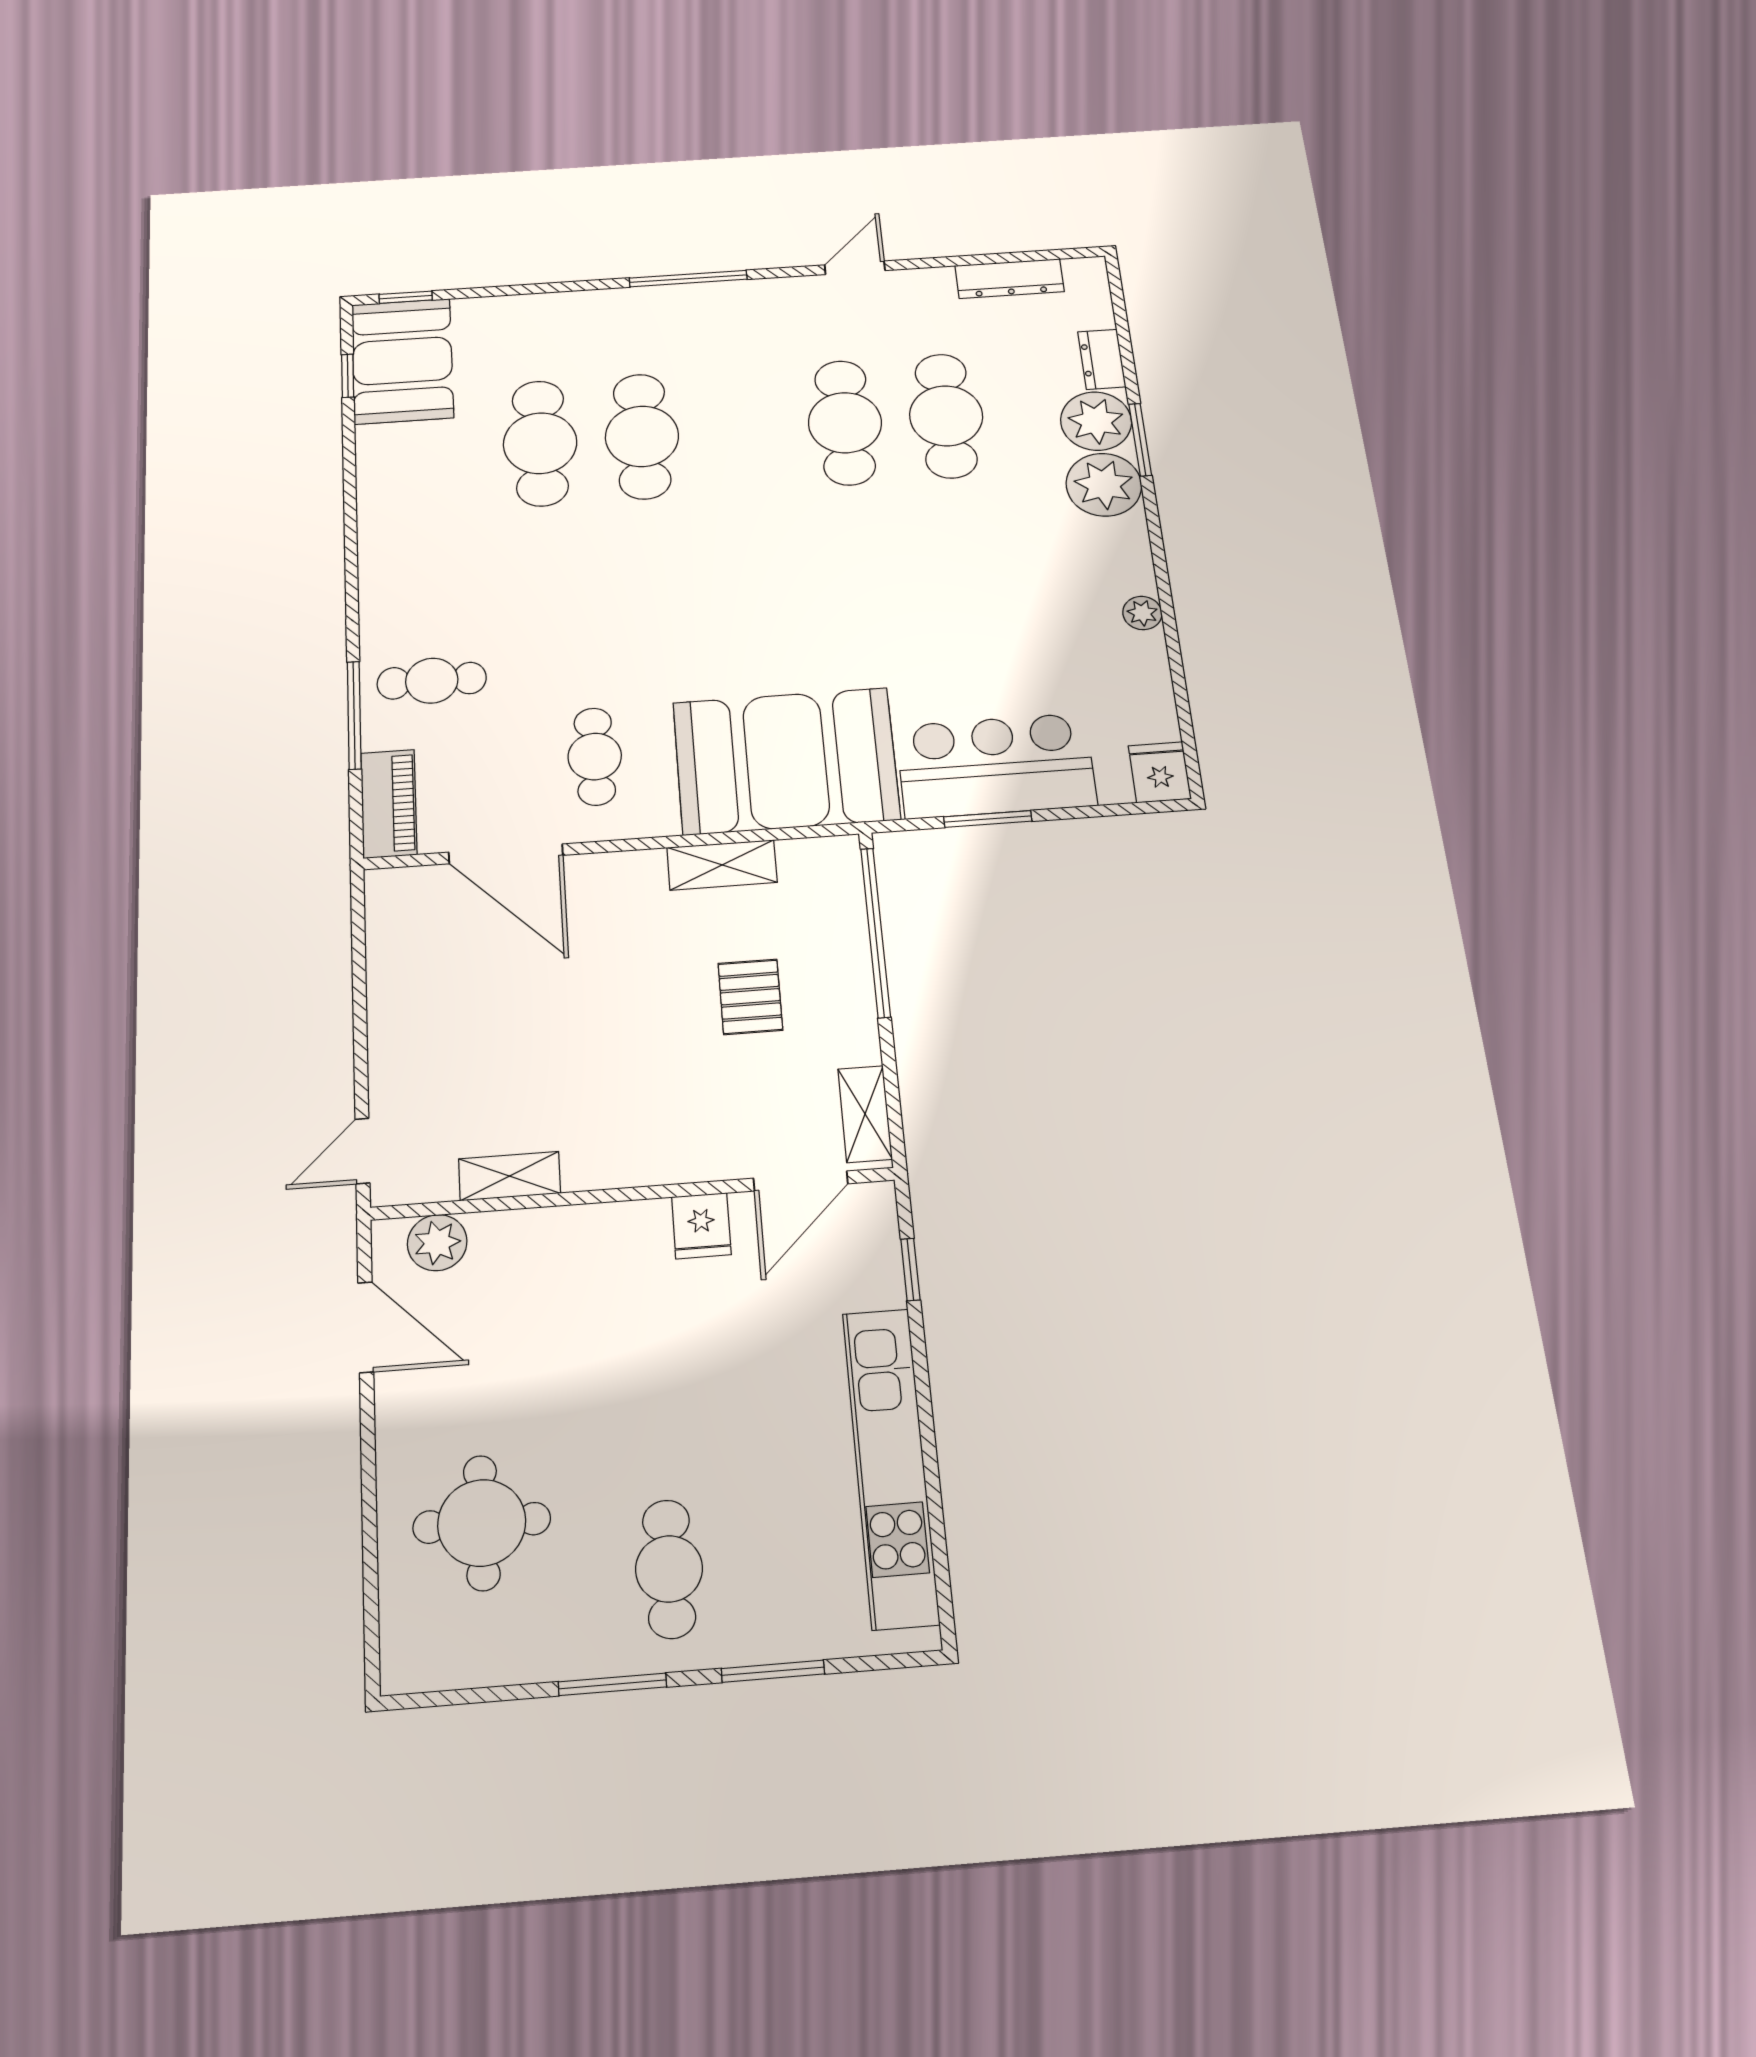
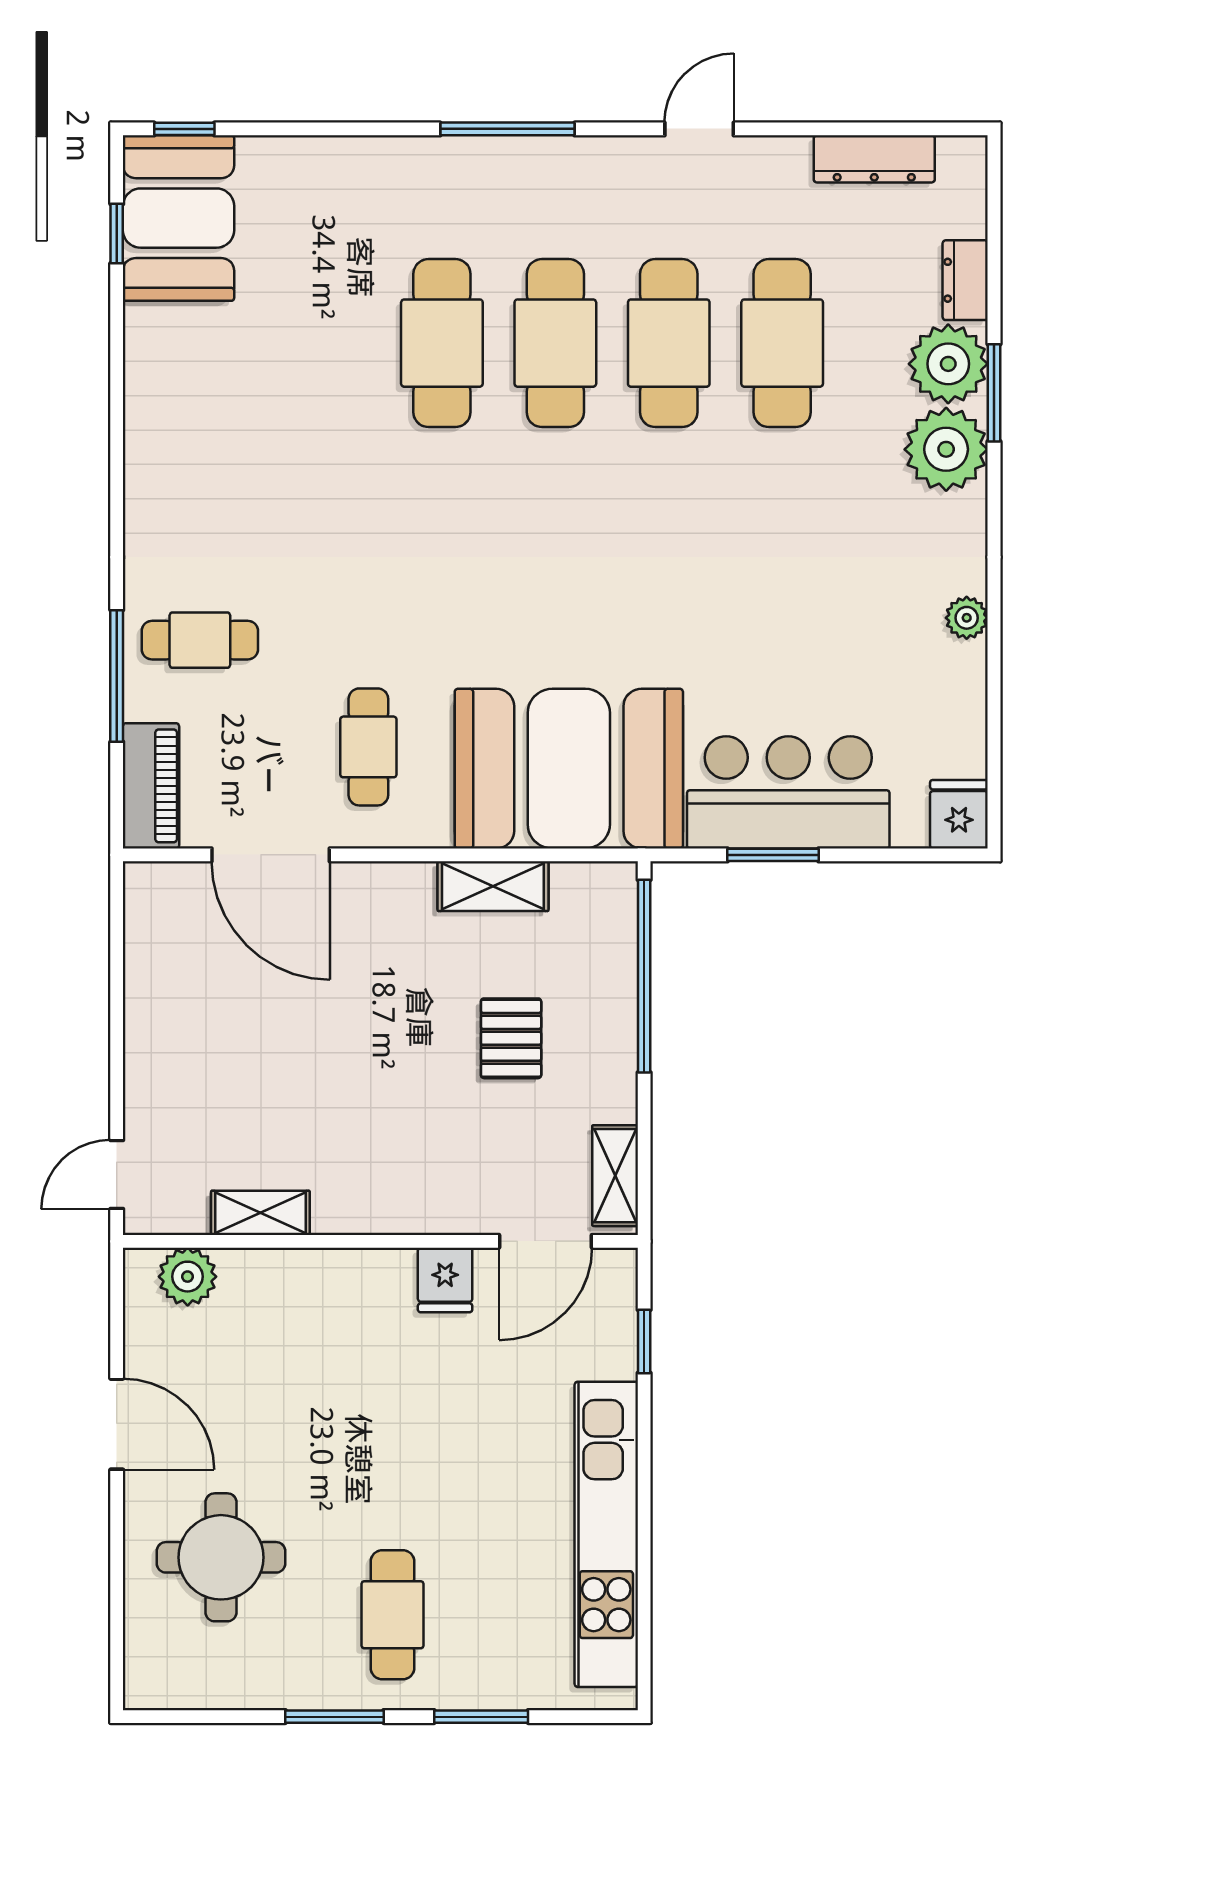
cafe table: (540, 443) -> (555, 343), moved
door: (366, 1327) -> (117, 1424), moved

